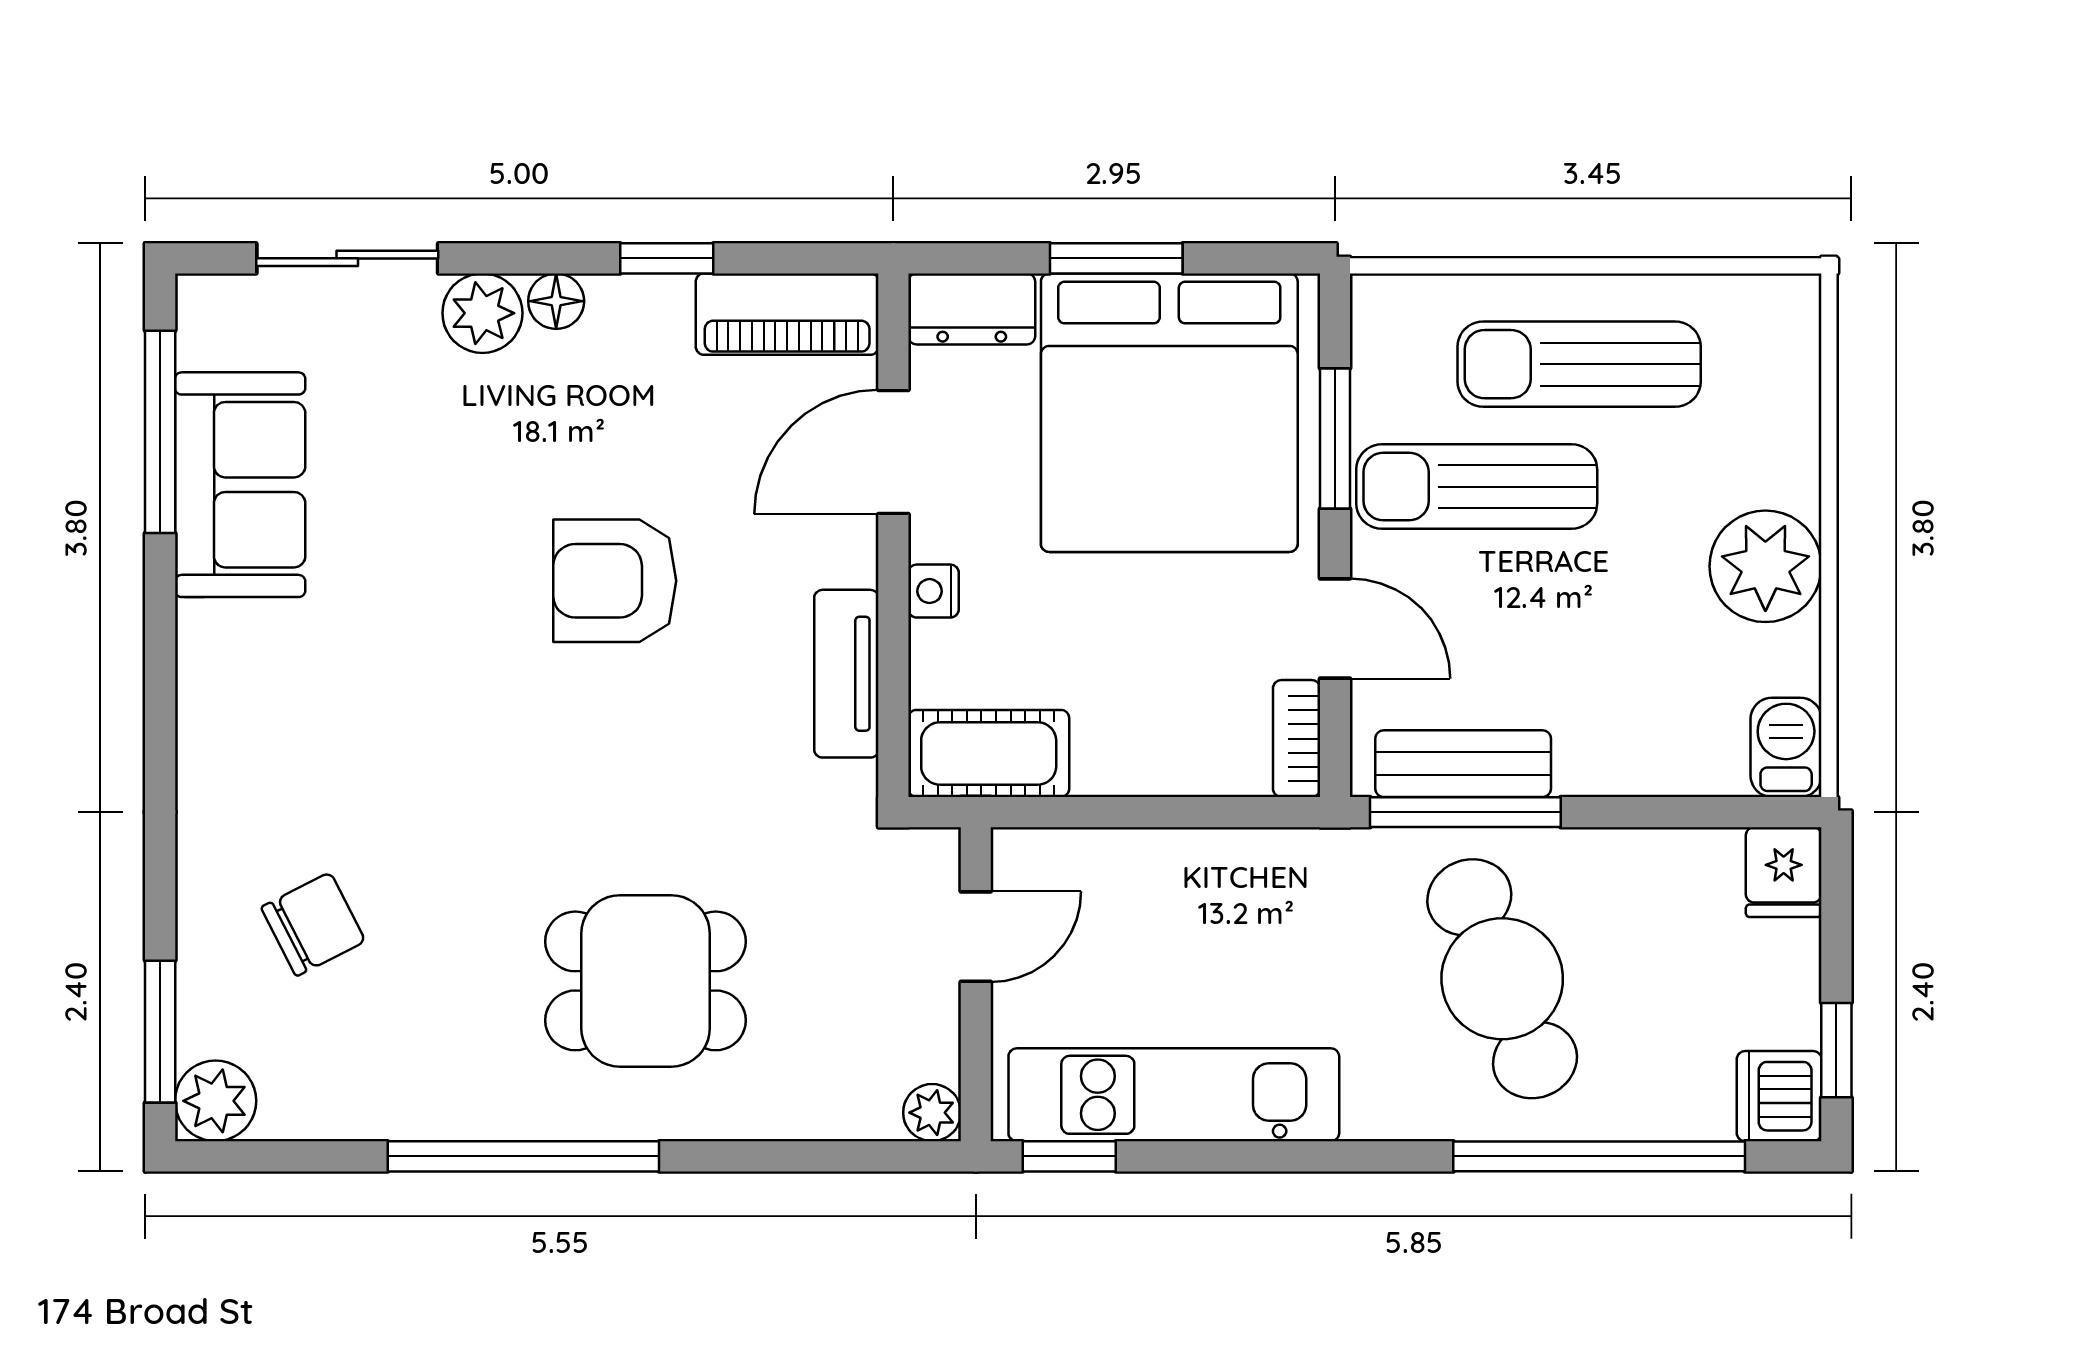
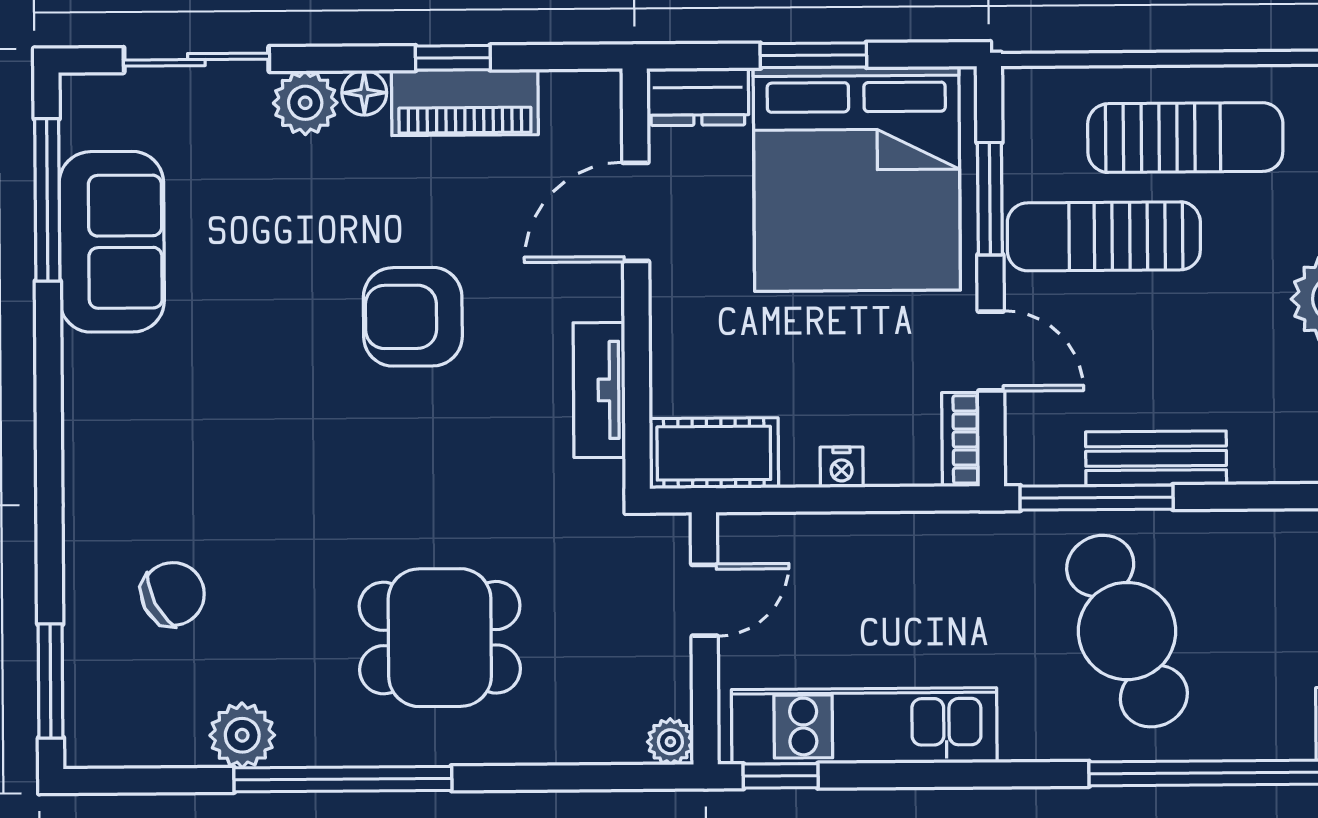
piano: (787, 314) -> (465, 102), moved
sun lounger: (1579, 364) -> (1185, 138), turned 180
nightstand: (934, 591) -> (842, 467), moved, turned -90
bench: (1463, 764) -> (1156, 458), moved
plant: (216, 1101) -> (242, 735), moved

